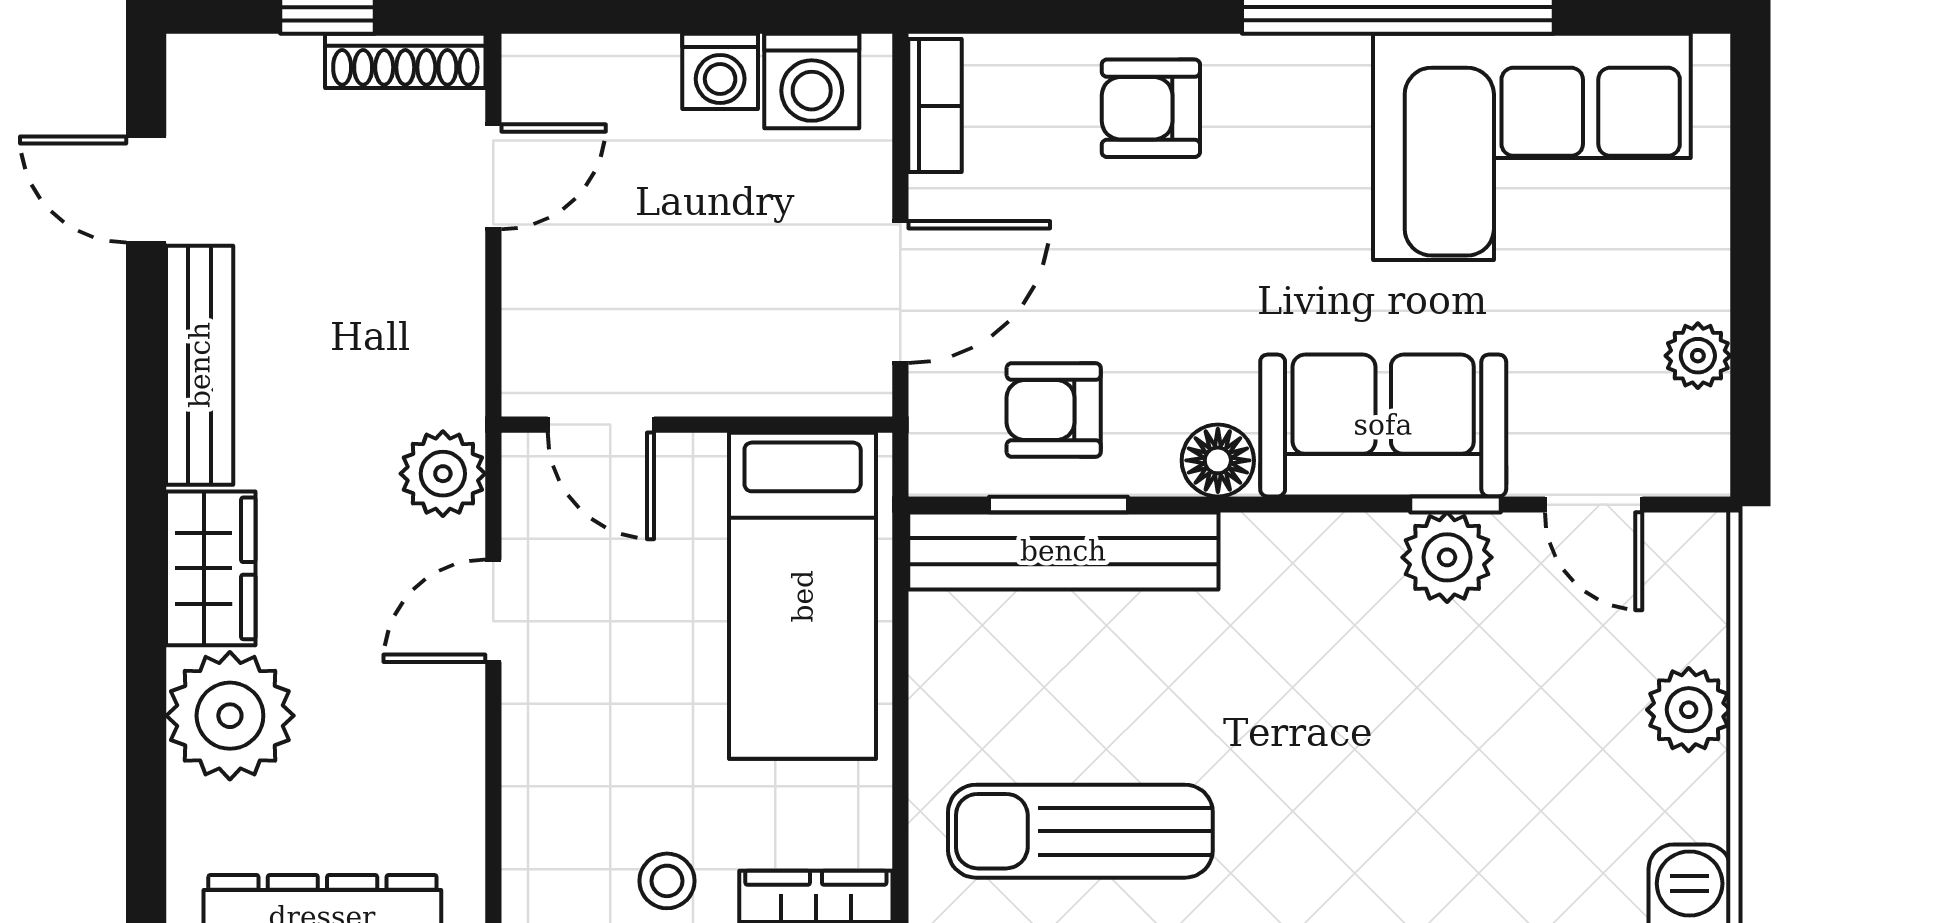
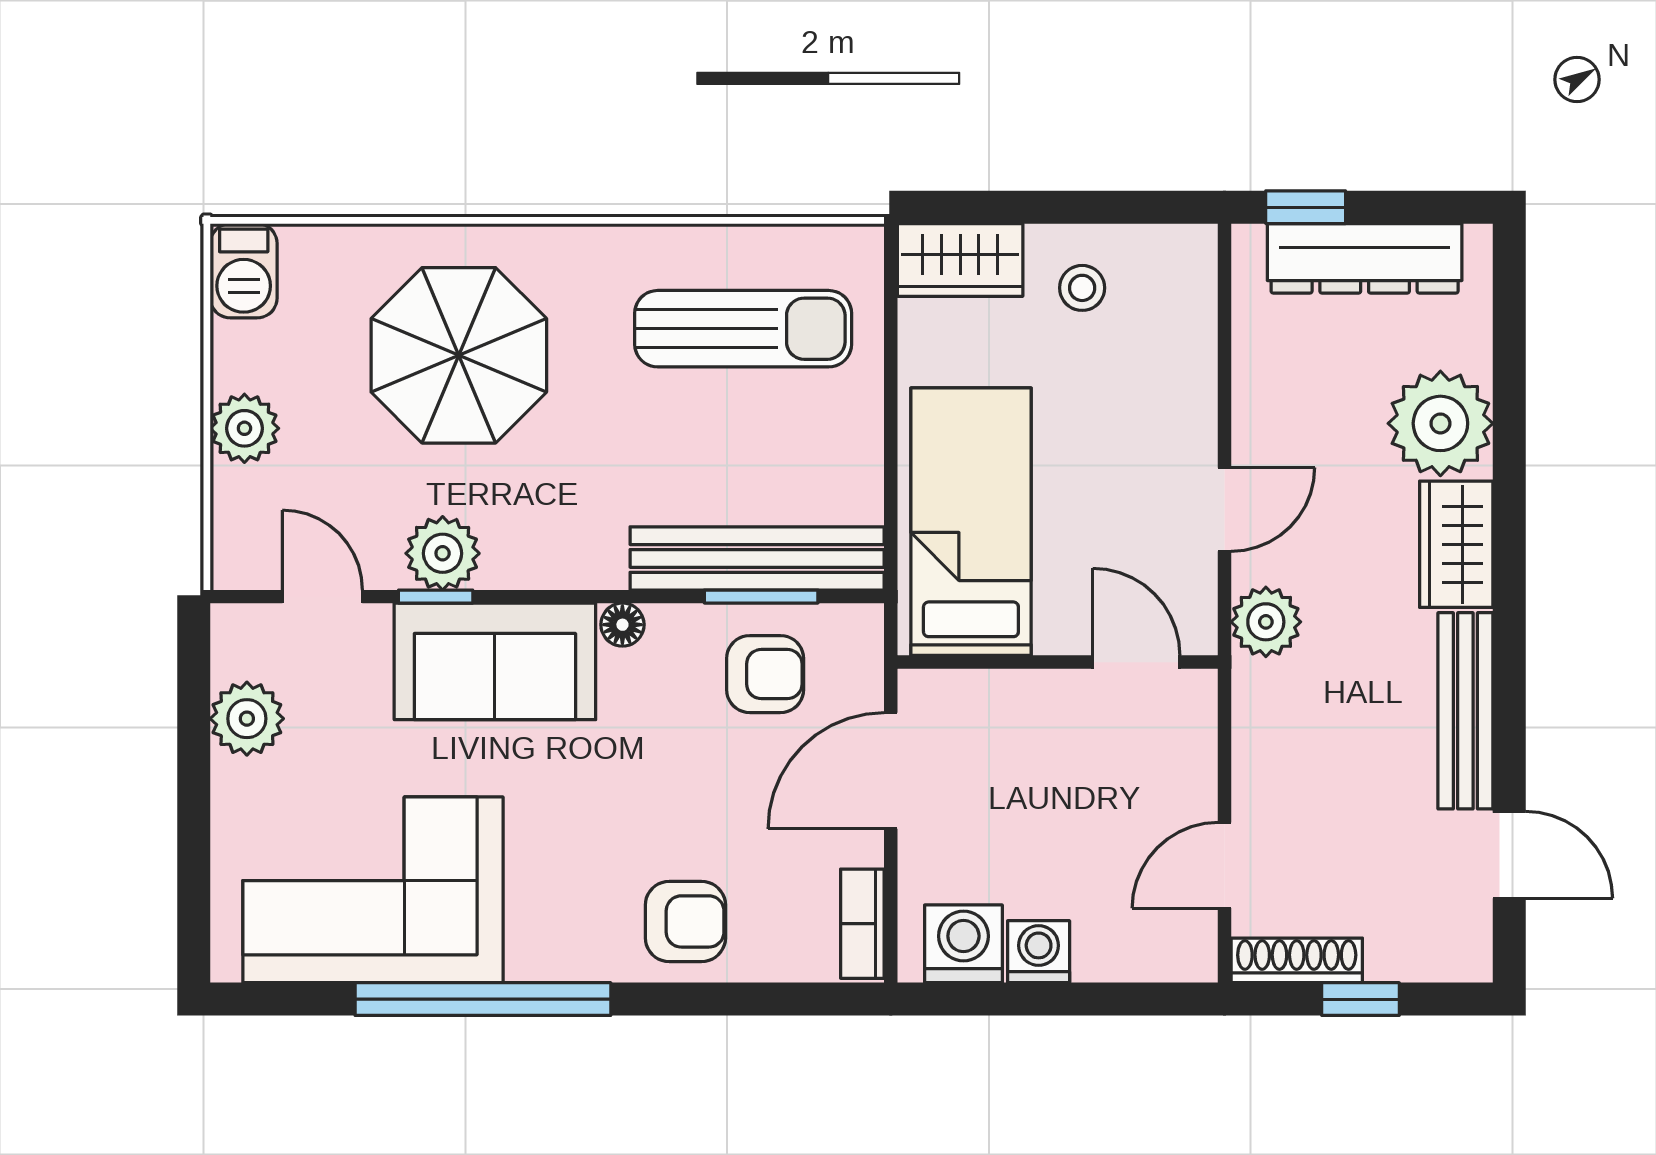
plant: (1698, 356) -> (247, 719), width x1.38, depth x1.38
floor lamp: (1218, 460) -> (622, 625), width x0.73, depth x0.73
parasol: (1427, 799) -> (459, 355), added

